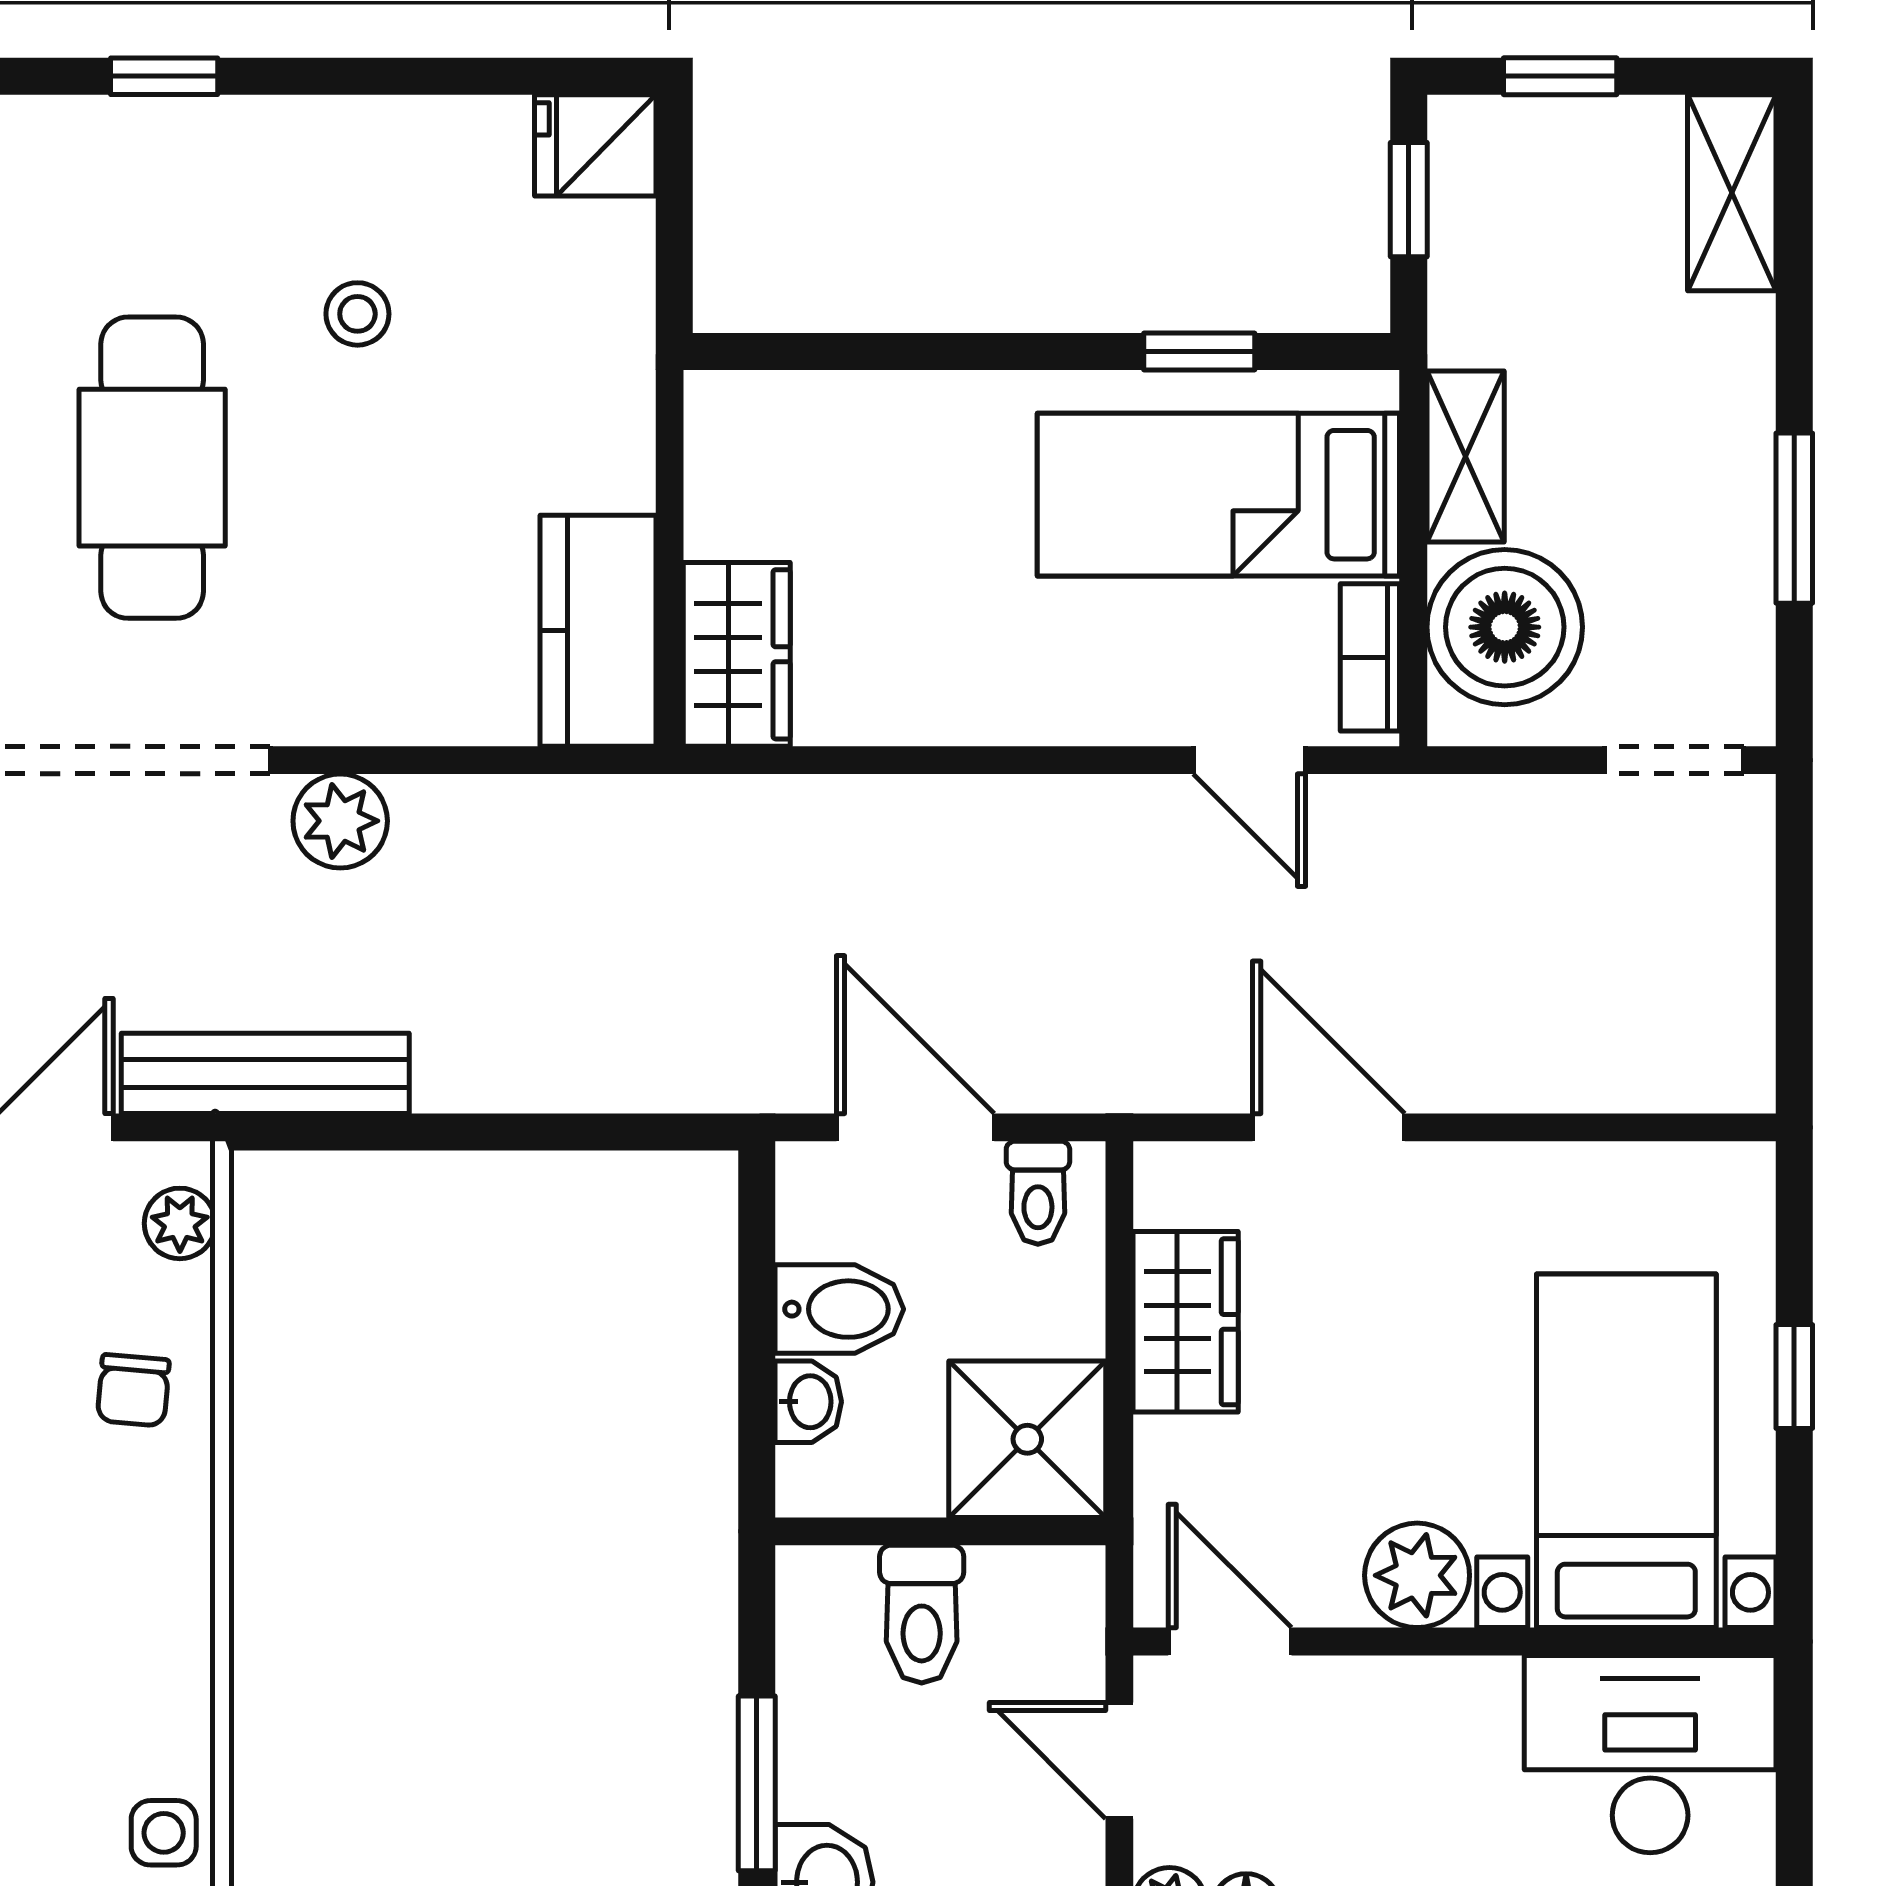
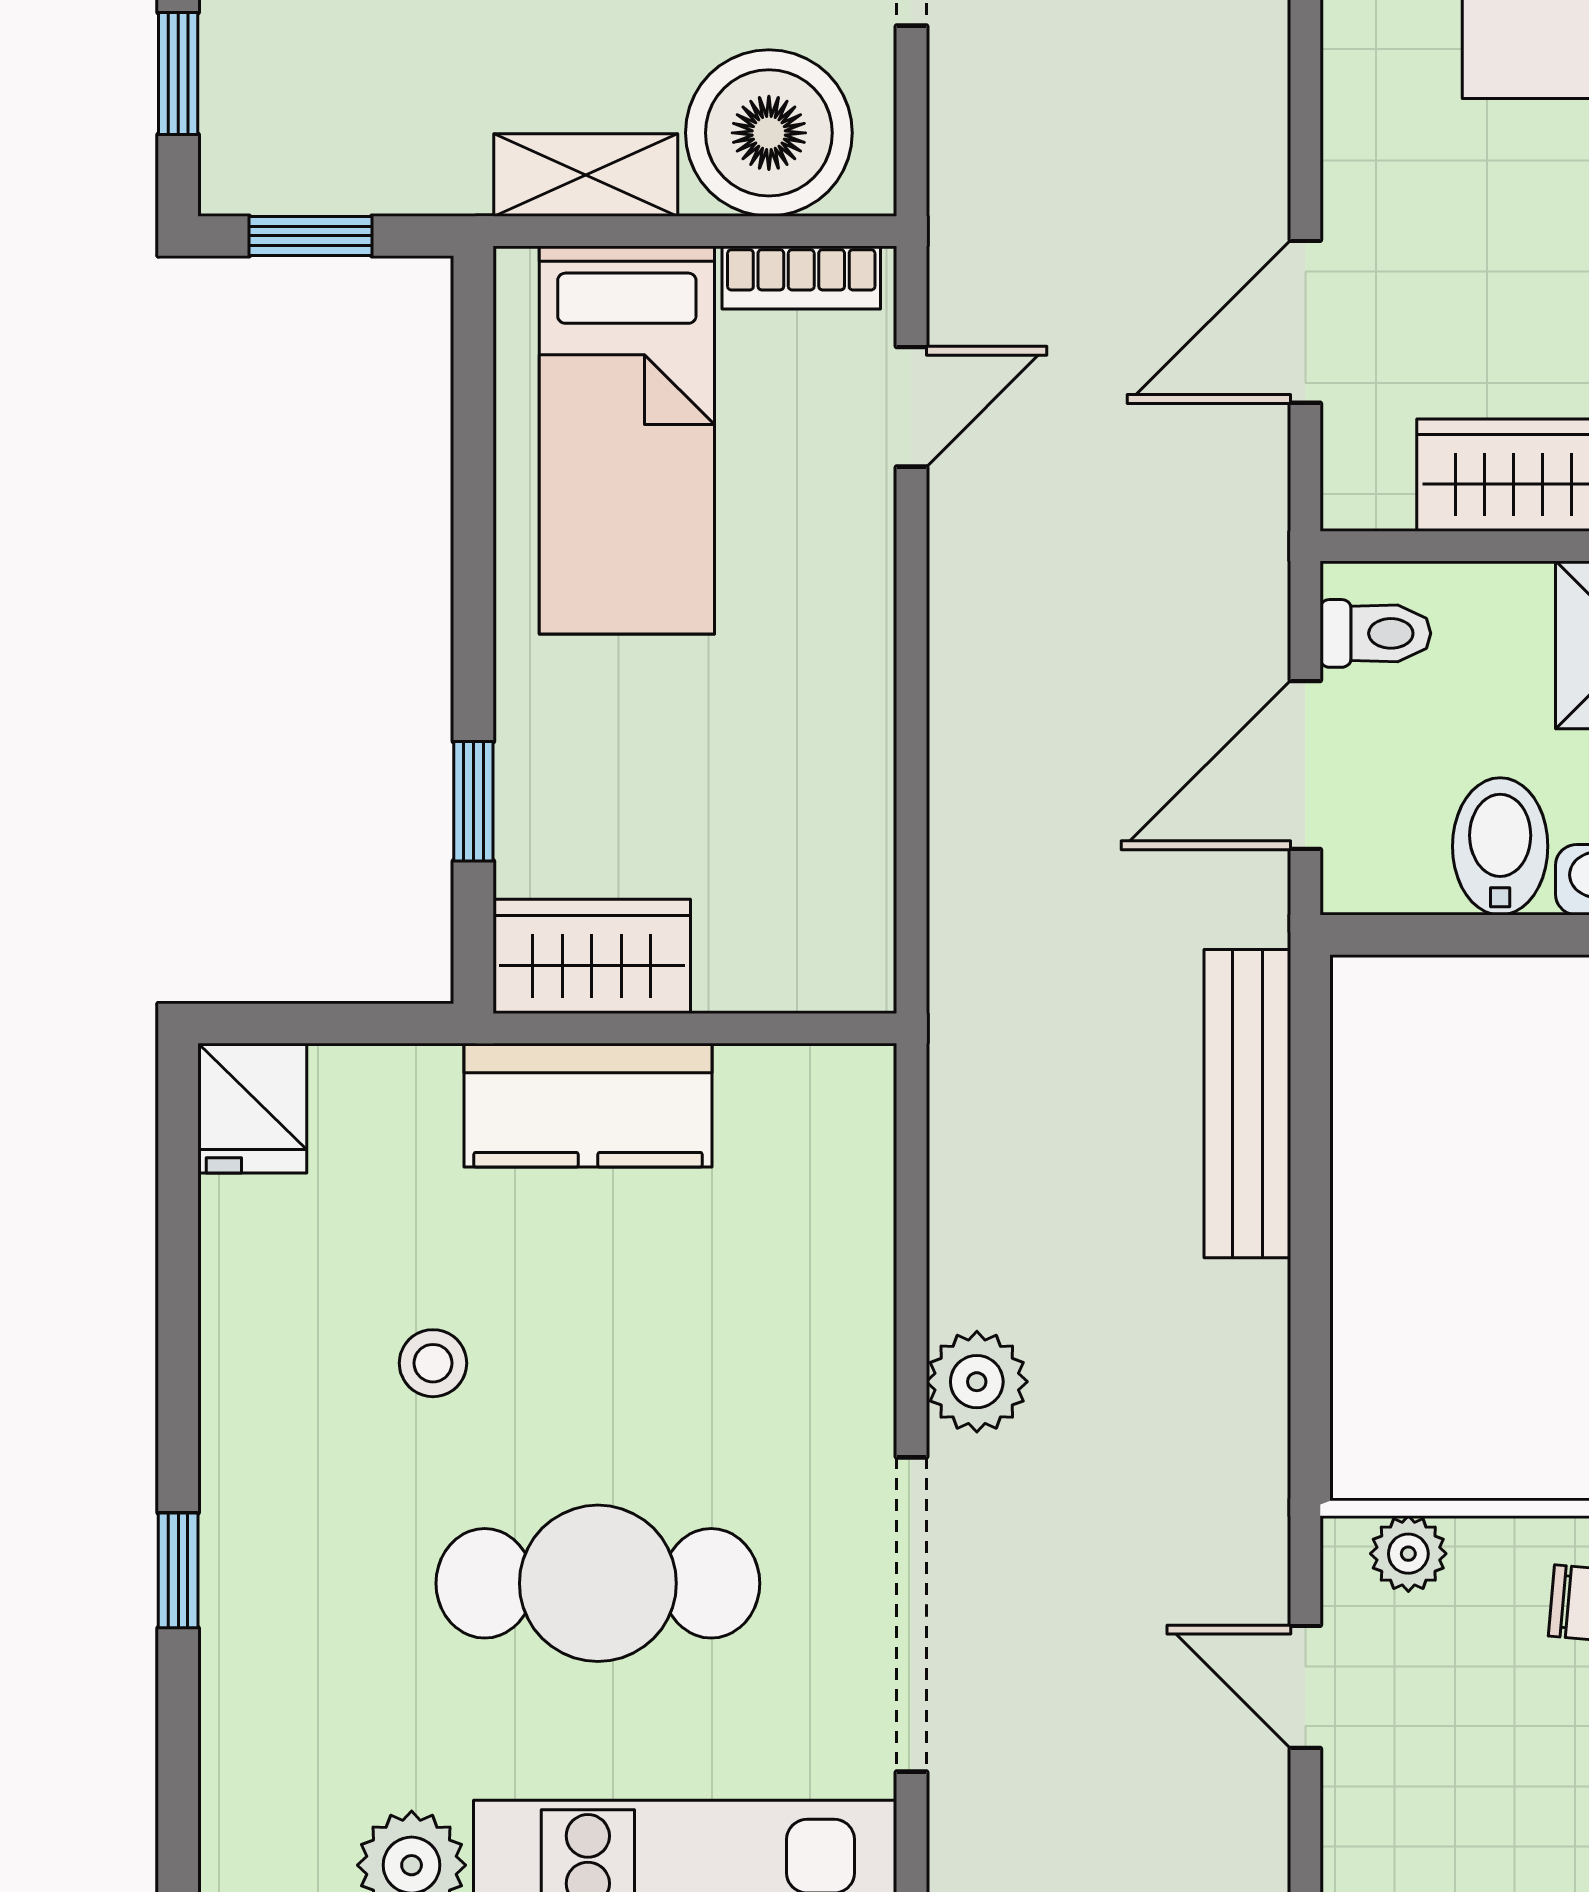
window: (1199, 352) -> (473, 801), moved
kitchen counter: (598, 631) -> (588, 1105), moved
wardrobe: (737, 654) -> (592, 956), moved
bench: (265, 1073) -> (1247, 1104), moved

